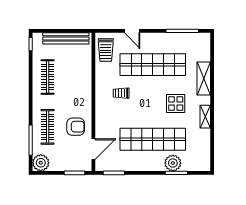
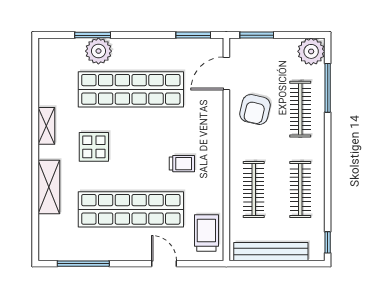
clothes rail: (76, 77) -> (254, 190), added
armchair: (76, 127) -> (255, 110), turned -77

